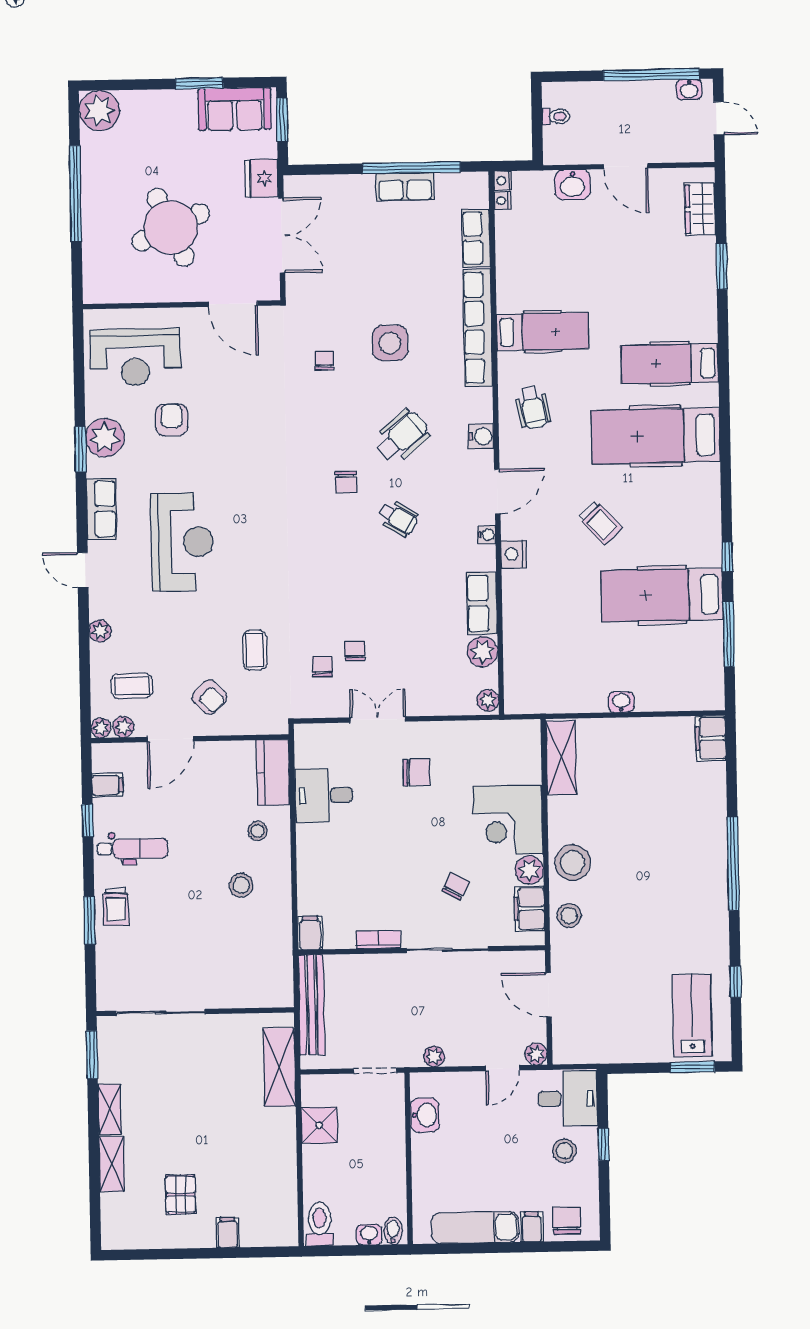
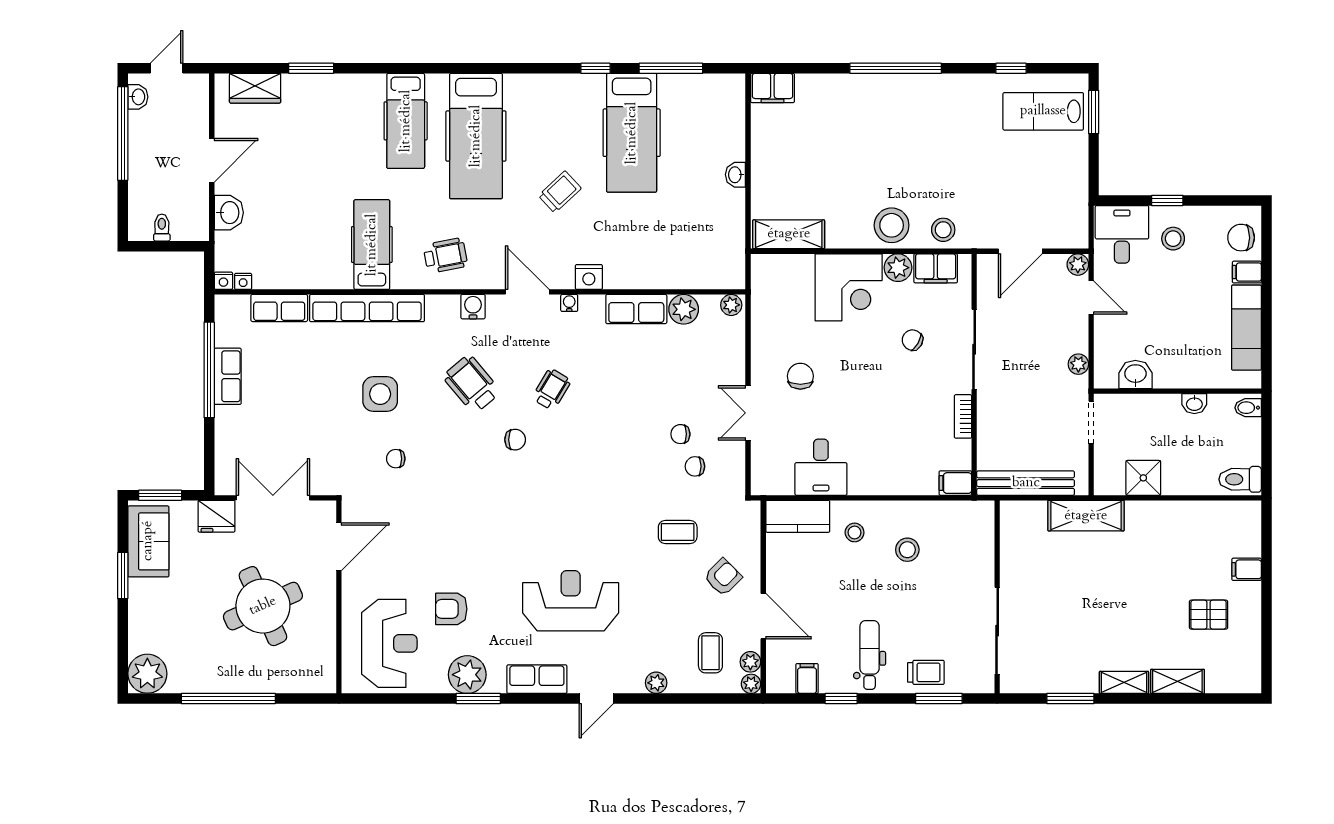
sliding door: (161, 1012) -> (997, 631), moved
wall: (195, 1012) -> (997, 597), moved
washbasin: (369, 1235) -> (1194, 404), moved, turned -90

